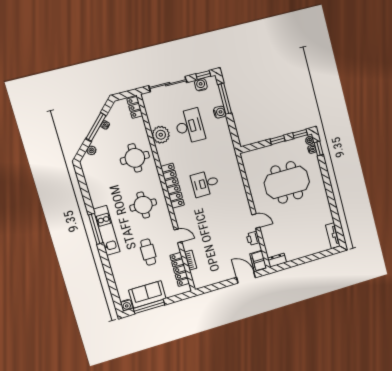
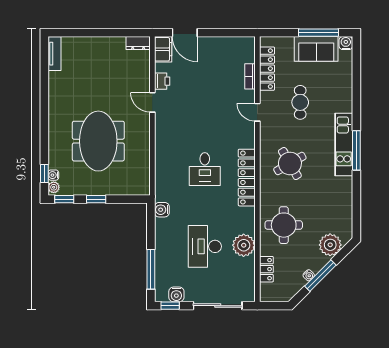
locker: (135, 107) -> (266, 269), moved
water cooler: (220, 112) -> (162, 210), moved
plant: (91, 150) -> (330, 245), width x1.88, depth x1.88
meeting table: (287, 182) -> (98, 141), turned 90
desk: (205, 183) -> (205, 169), turned 90
round table: (143, 205) -> (290, 163), turned -30

